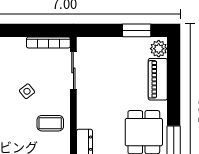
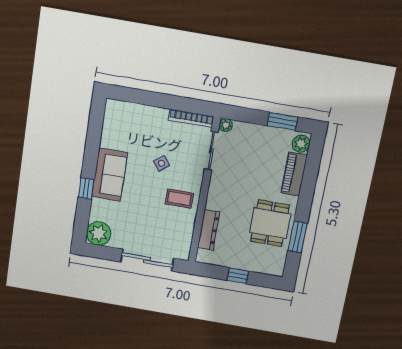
plant: (83, 43) -> (226, 125), added

